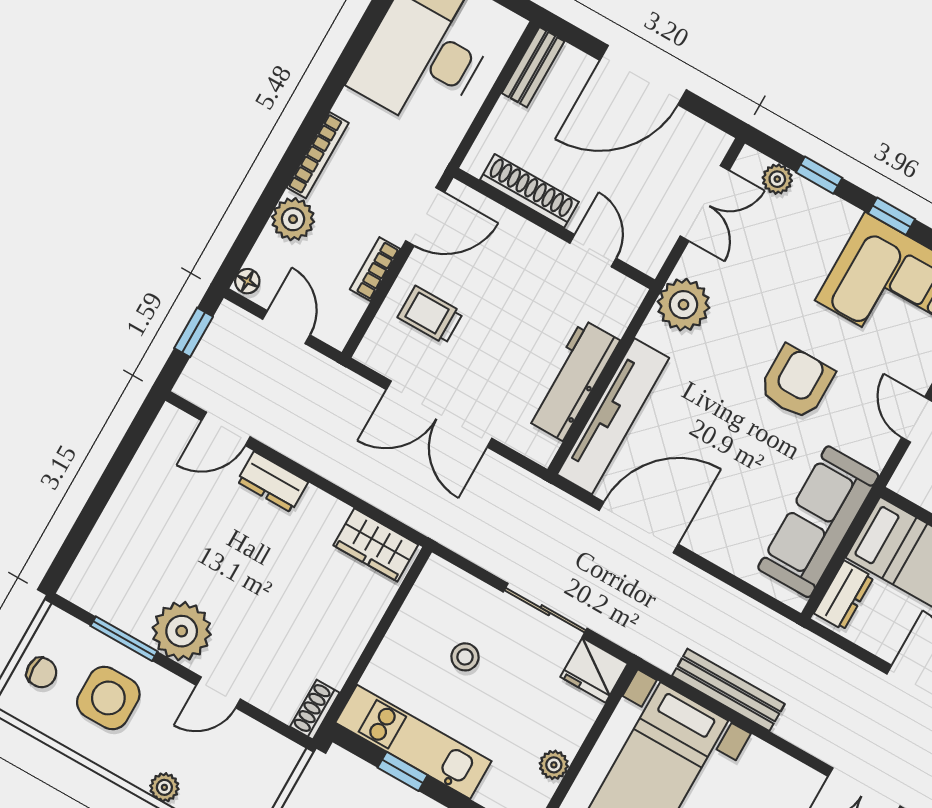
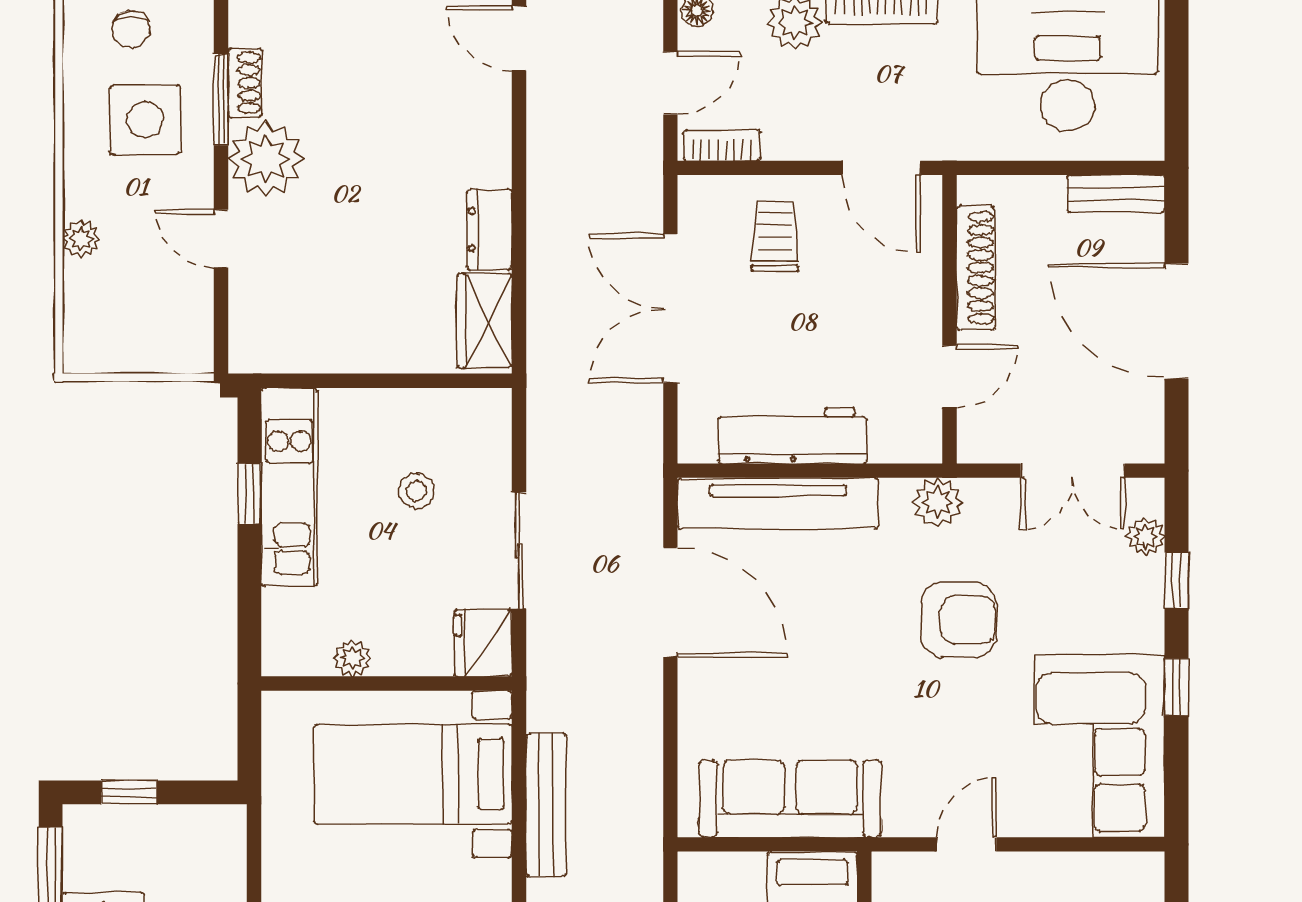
bookcase: (375, 269) -> (722, 145), moved
plant: (683, 305) -> (938, 502), width x0.73, depth x0.73
armchair: (796, 382) -> (959, 620), moved
door: (226, 429) -> (519, 38), moved
dresser: (272, 482) -> (489, 230), moved
dresser: (844, 595) -> (724, 874), removed
shoe rack: (315, 710) -> (245, 83), moved, turned 90

